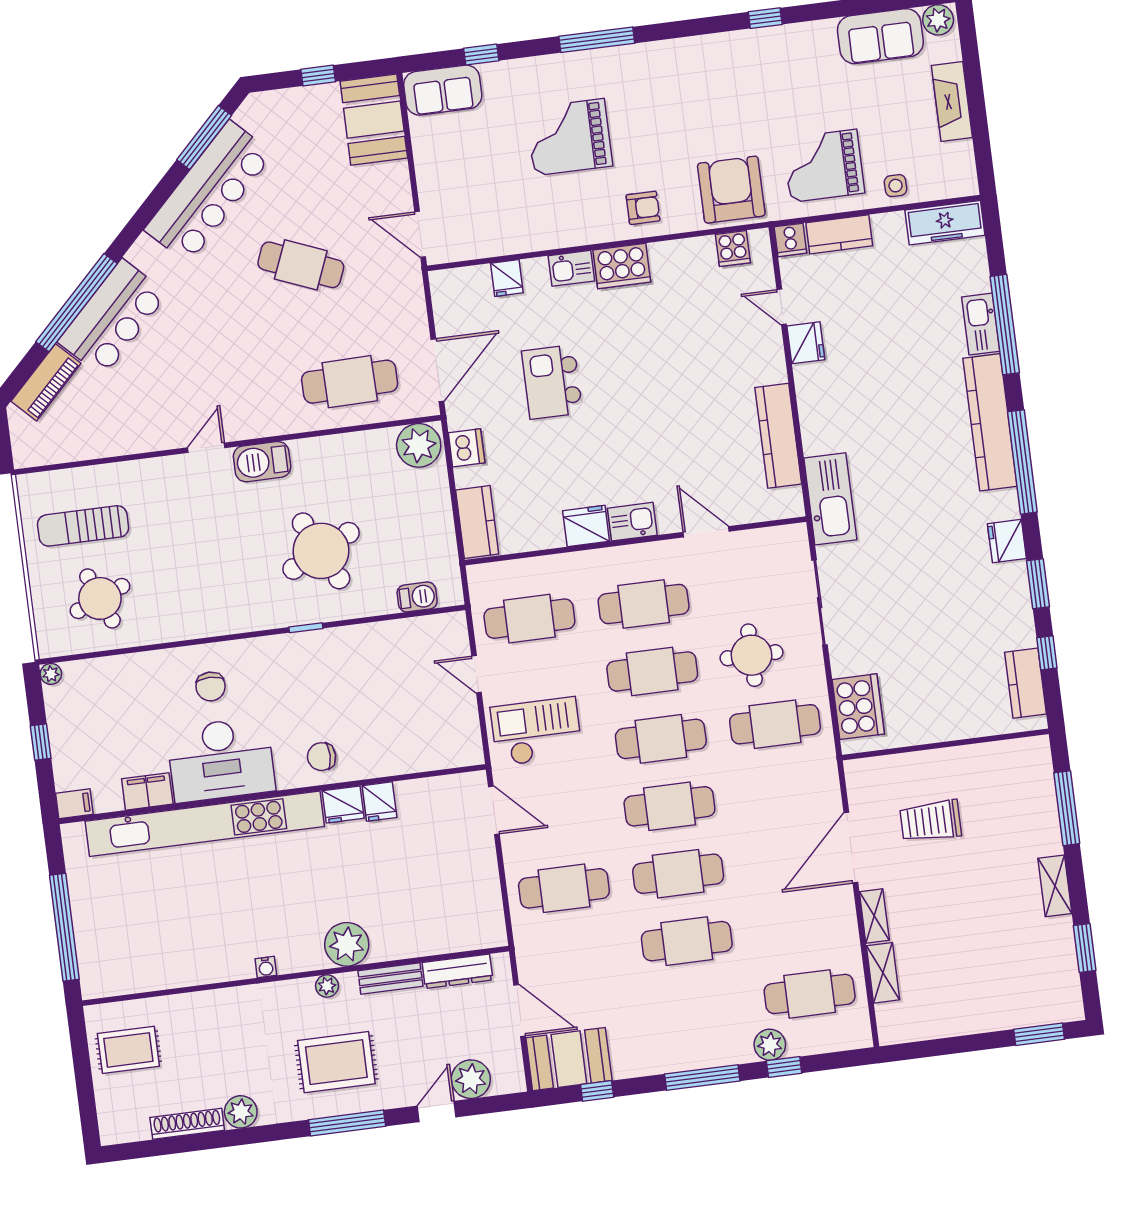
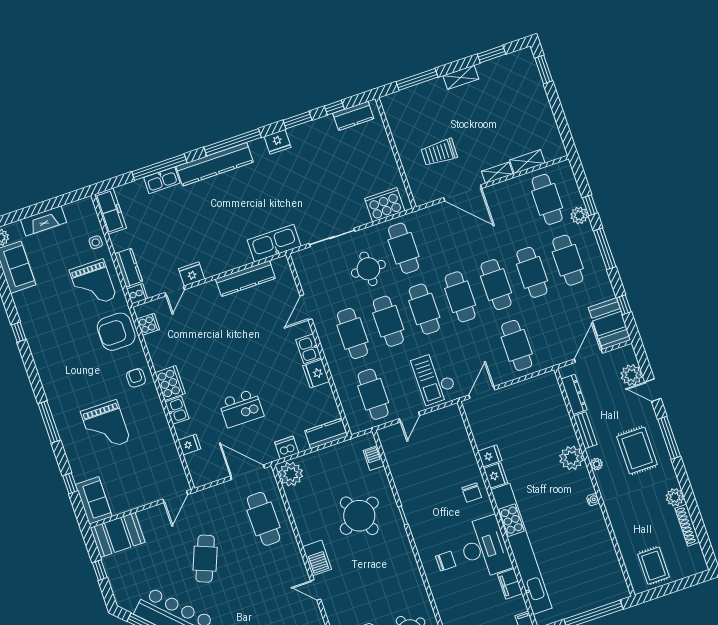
trolley: (931, 821) -> (439, 153), turned 91
cafe table: (695, 1009) -> (568, 260), added

